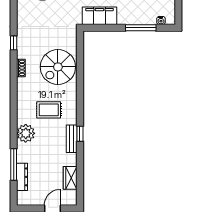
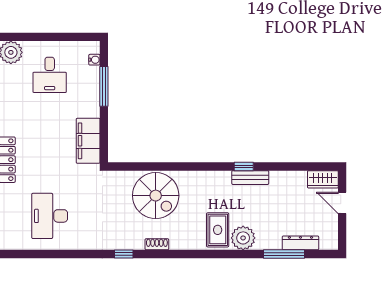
rug: (49, 110) -> (218, 230), moved
wardrobe: (70, 178) -> (323, 179), moved

